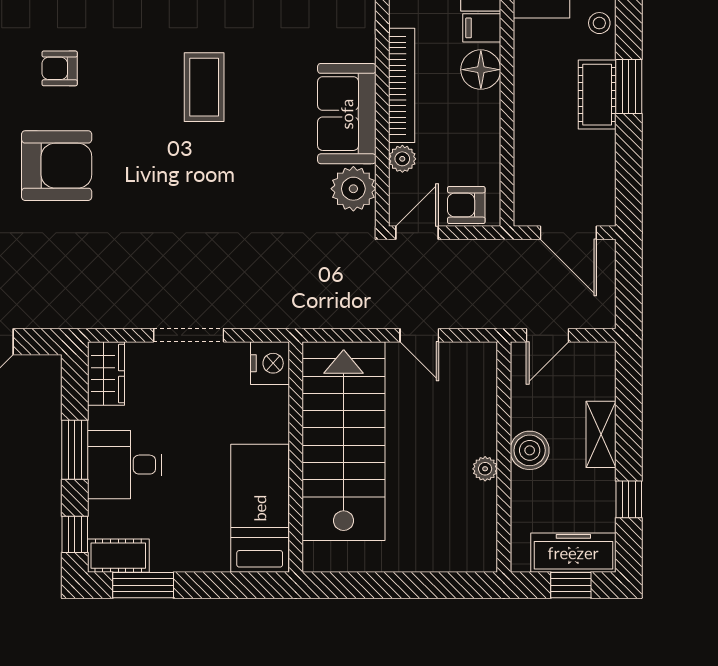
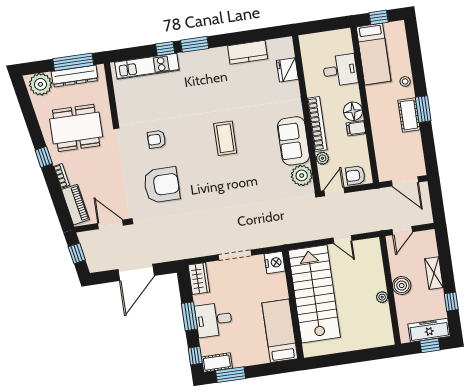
filing cabinet: (482, 28) -> (356, 128), moved

